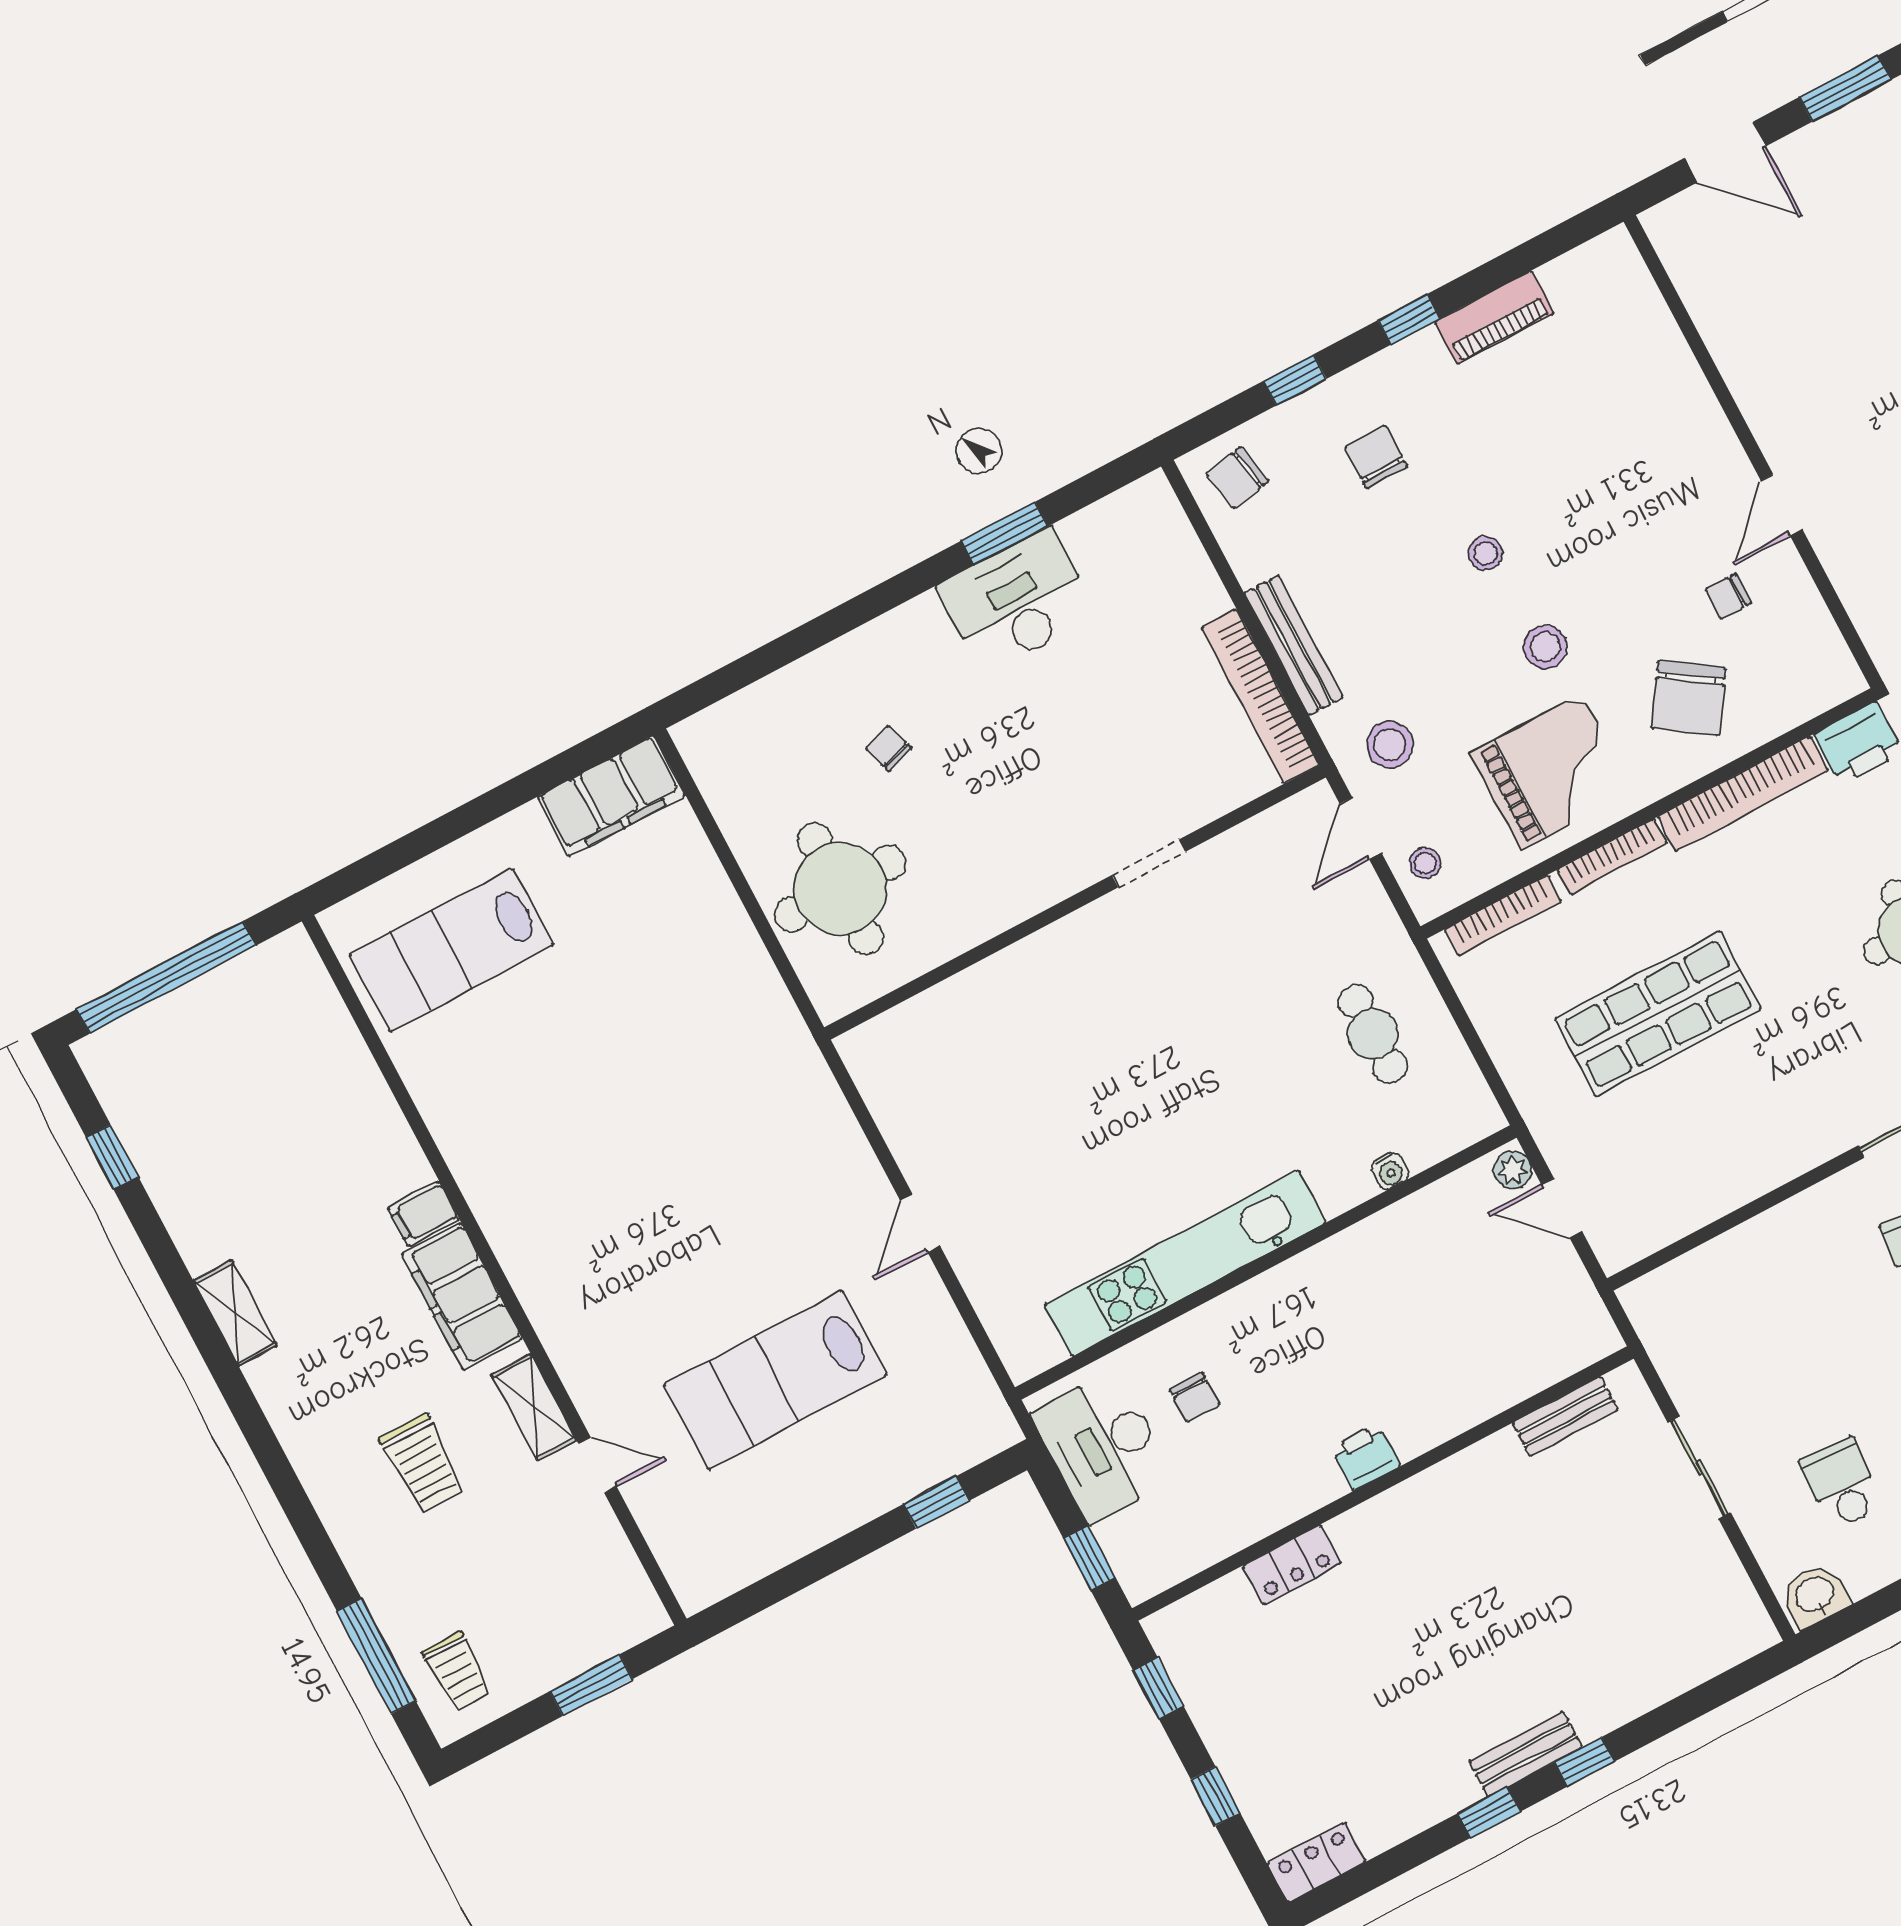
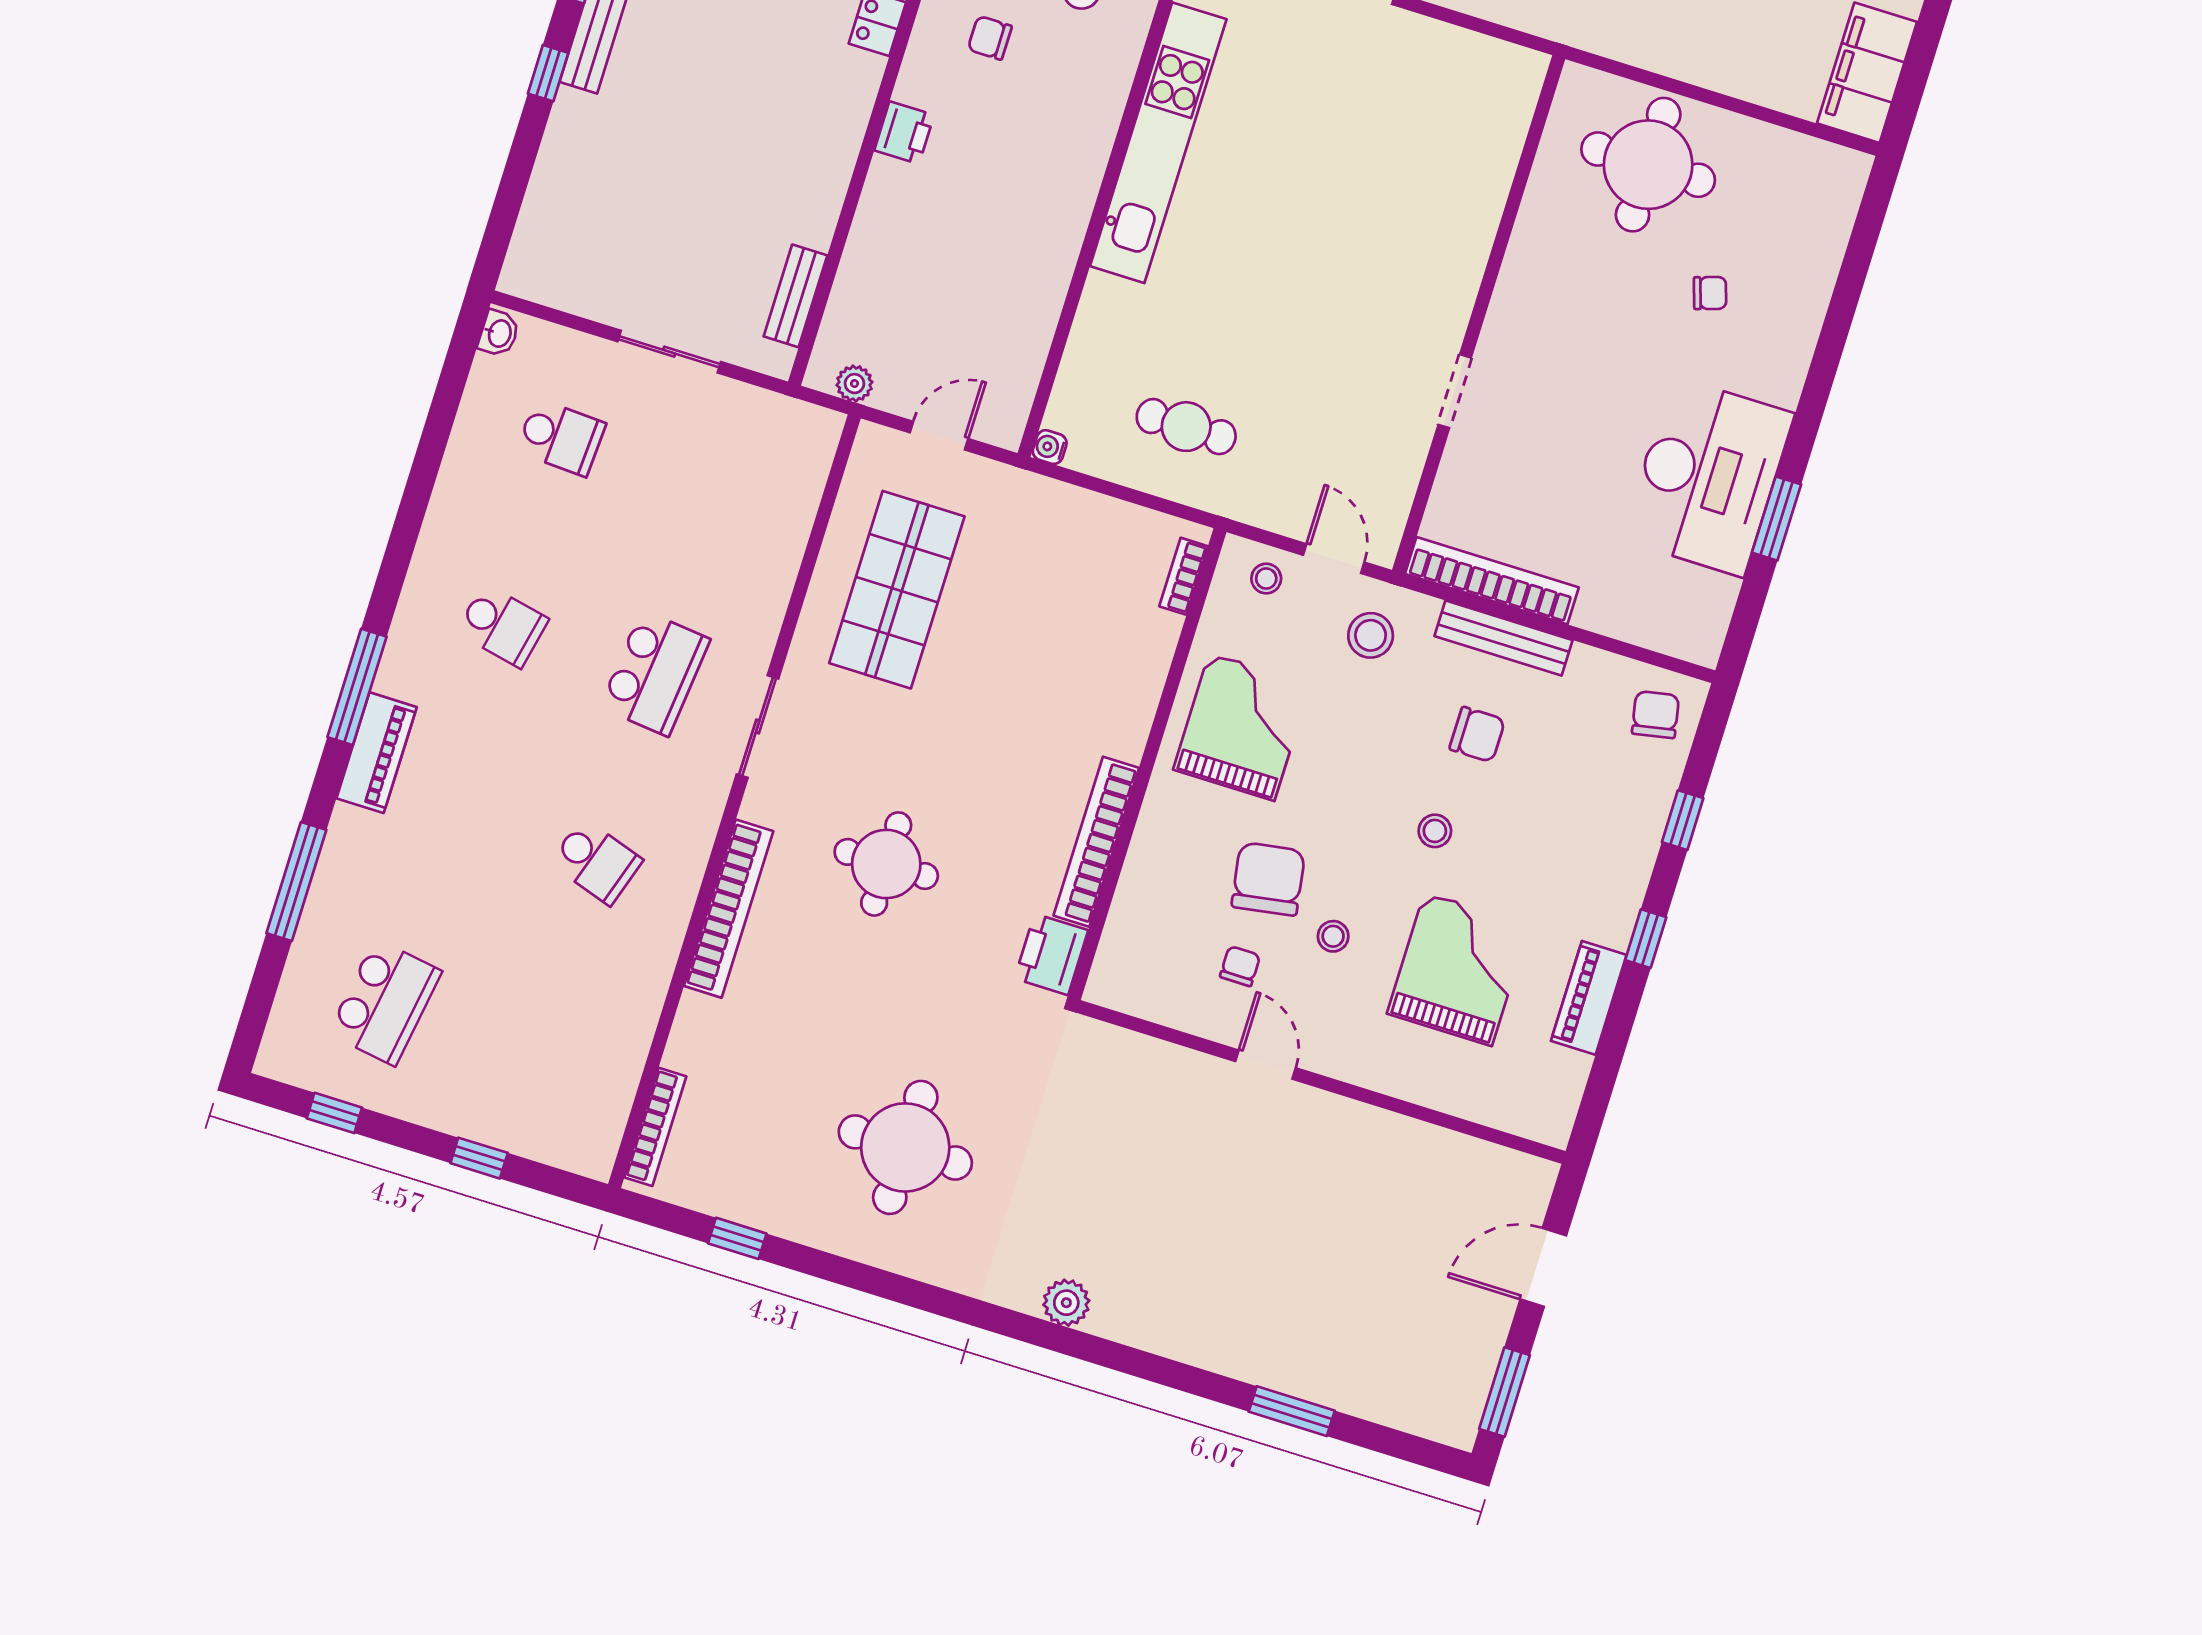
grand piano: (1569, 434) -> (1458, 969), added
chair: (1376, 457) -> (1477, 734), moved
desk: (1017, 601) -> (1708, 477), width x1.36, depth x1.30
stool: (1545, 647) -> (1333, 936), moved, width x0.73, depth x0.73
chair: (1688, 698) -> (1268, 879), moved, turned 47
grand piano: (1552, 772) -> (1242, 727), turned 180
bookcase: (1612, 857) -> (1143, 710), removed
bookcase: (1503, 915) -> (1184, 576), width x0.64
shop shelf: (1658, 1014) -> (897, 590), moved
plant: (1513, 1170) -> (854, 384), moved
water cooler: (1390, 1171) -> (1050, 447), moved
chair: (1195, 1397) -> (990, 38), moved
washbasin: (1815, 1595) -> (499, 333), width x0.72, depth x0.69

